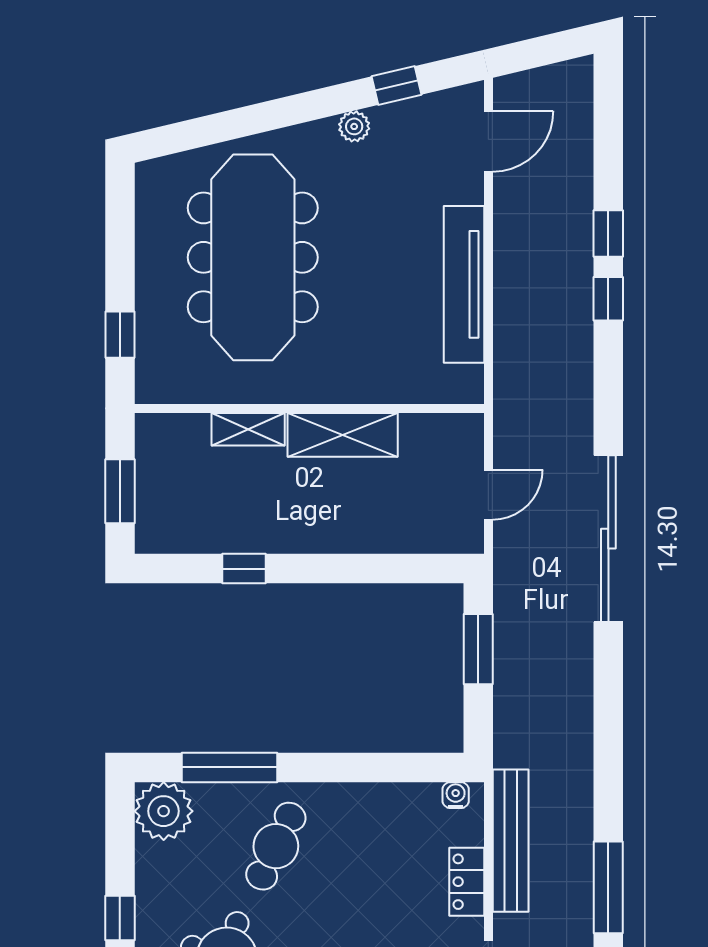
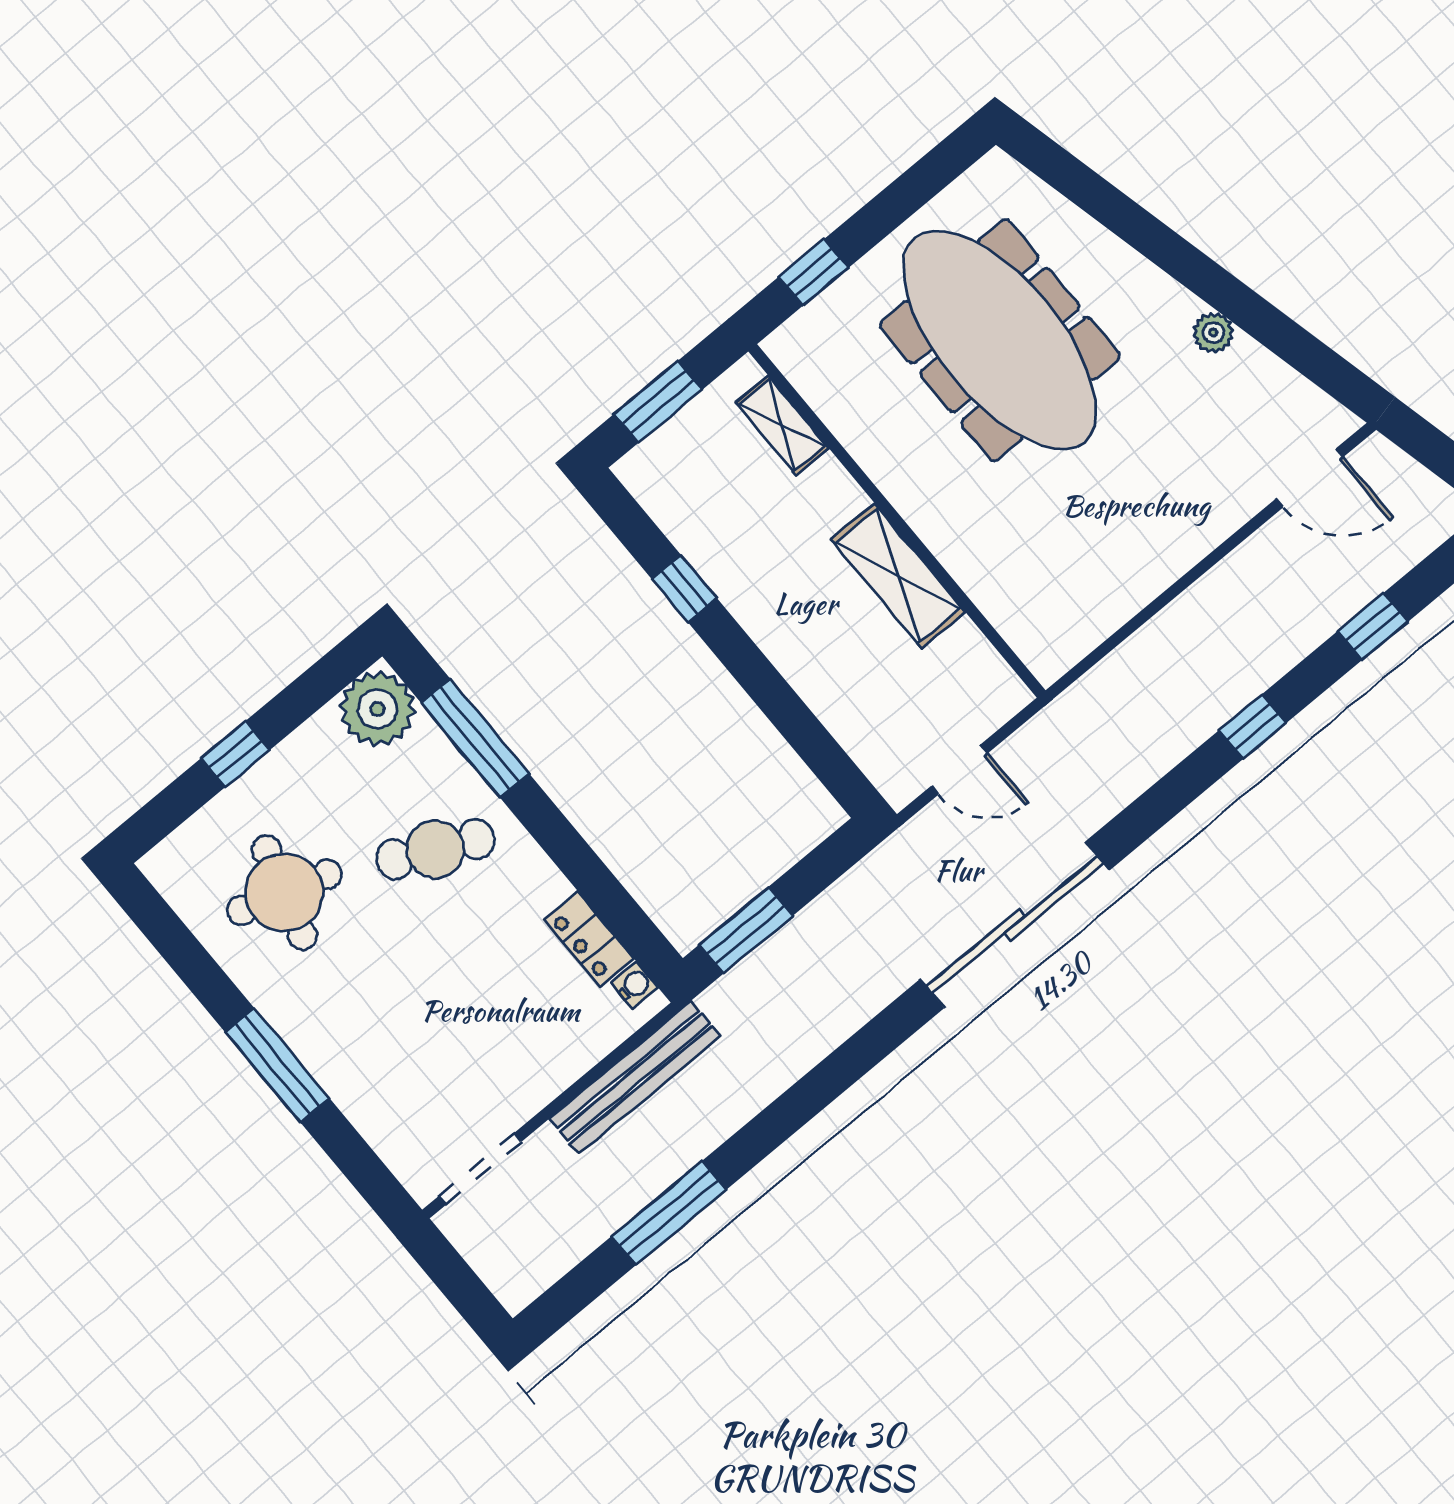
window: (397, 86) -> (1289, 341), removed
window: (608, 234) -> (1373, 626), moved
meeting table: (253, 257) -> (1000, 340), turned 90
tv unit: (464, 284) -> (1147, 572), removed
shelving: (248, 429) -> (782, 425), moved
window: (478, 649) -> (746, 930), moved
locker: (467, 882) -> (589, 939), moved, turned -90

